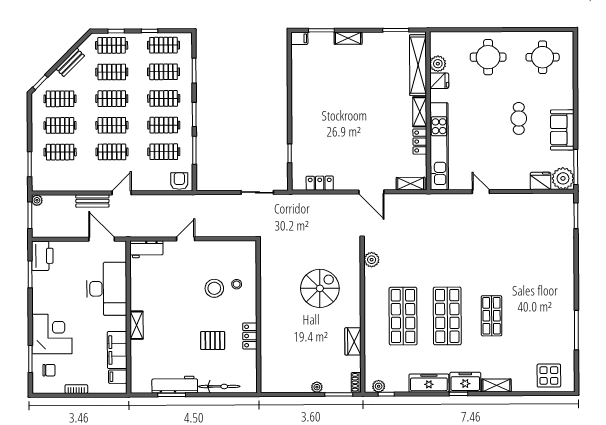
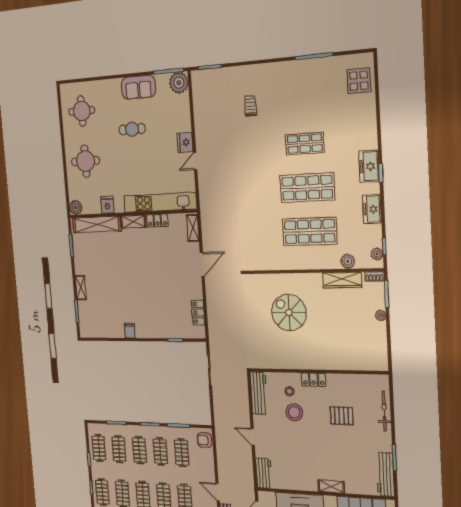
filing cabinet: (299, 38) -> (130, 331), moved
plant: (438, 64) -> (76, 207), moved
fridge: (541, 181) -> (185, 142), moved
workbench: (234, 249) -> (259, 393), added
trolley: (533, 259) -> (250, 106), added
plant: (372, 260) -> (348, 261), moved
locker: (250, 336) -> (314, 380), moved
pallet: (213, 340) -> (342, 416), turned 90
wardrobe: (353, 341) -> (342, 280), width x1.50
freezer: (429, 383) -> (372, 209), width x0.71
workbench: (175, 385) -> (385, 475), moved
shelving: (496, 385) -> (371, 134), removed

